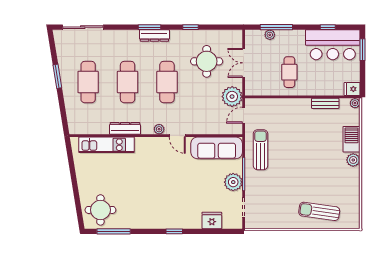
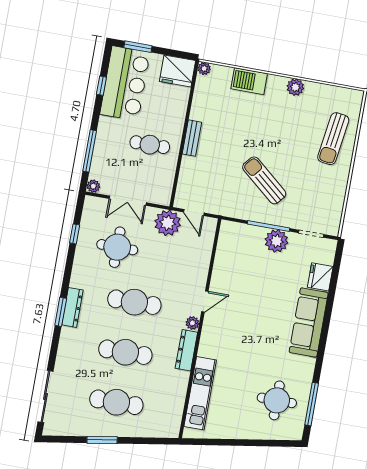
window: (191, 27) -> (75, 234), moved
plant: (270, 35) -> (93, 186), moved
fridge: (352, 89) -> (177, 71), width x1.88, depth x1.34
bench: (325, 103) -> (192, 138), moved
dresser: (125, 128) -> (186, 350), moved
sofa: (217, 148) -> (309, 322), moved, turned 180
sun lounger: (261, 150) -> (264, 180), moved, turned 40
plant: (353, 160) -> (295, 87), moved
round table: (100, 210) -> (277, 400), moved
window: (174, 231) -> (325, 327), removed

